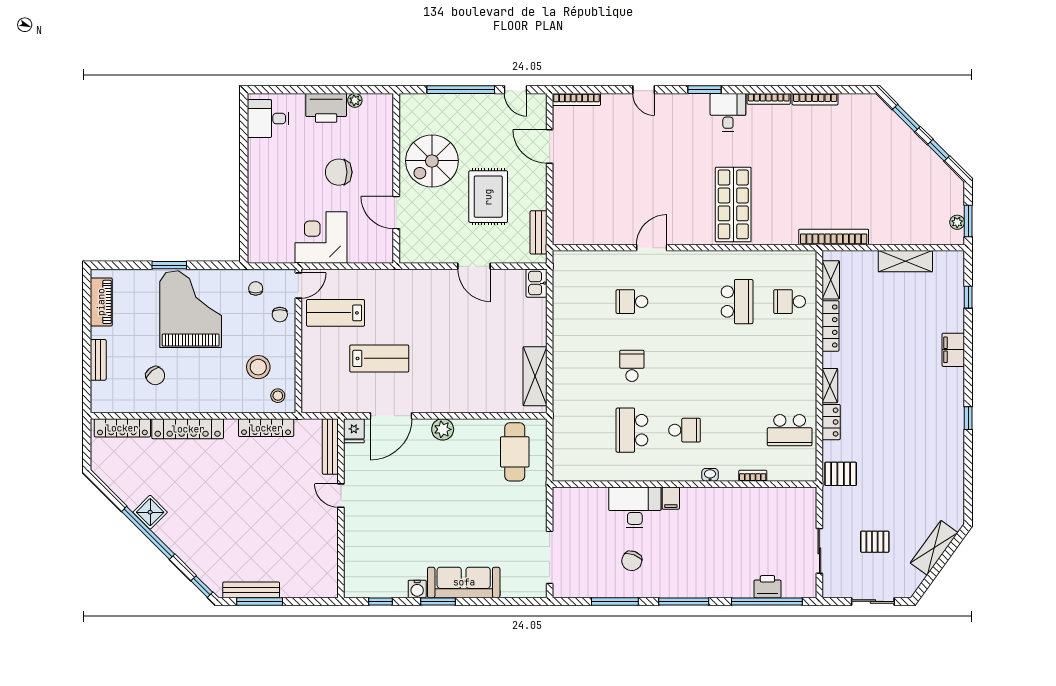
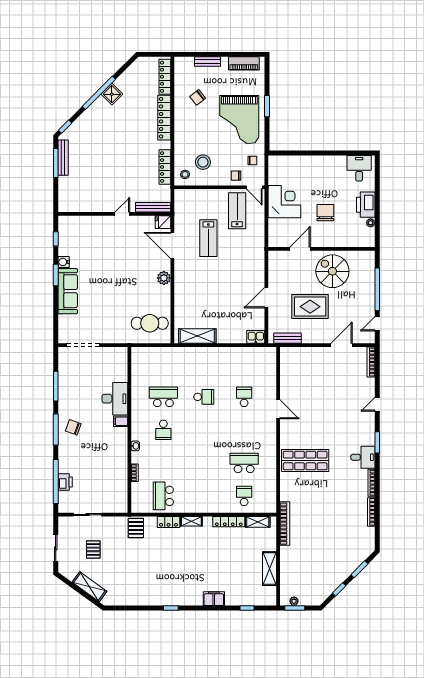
school desk: (737, 302) -> (244, 463), turned 180
grand piano: (191, 309) -> (239, 120), turned 90
chair: (632, 561) -> (73, 427), moved

